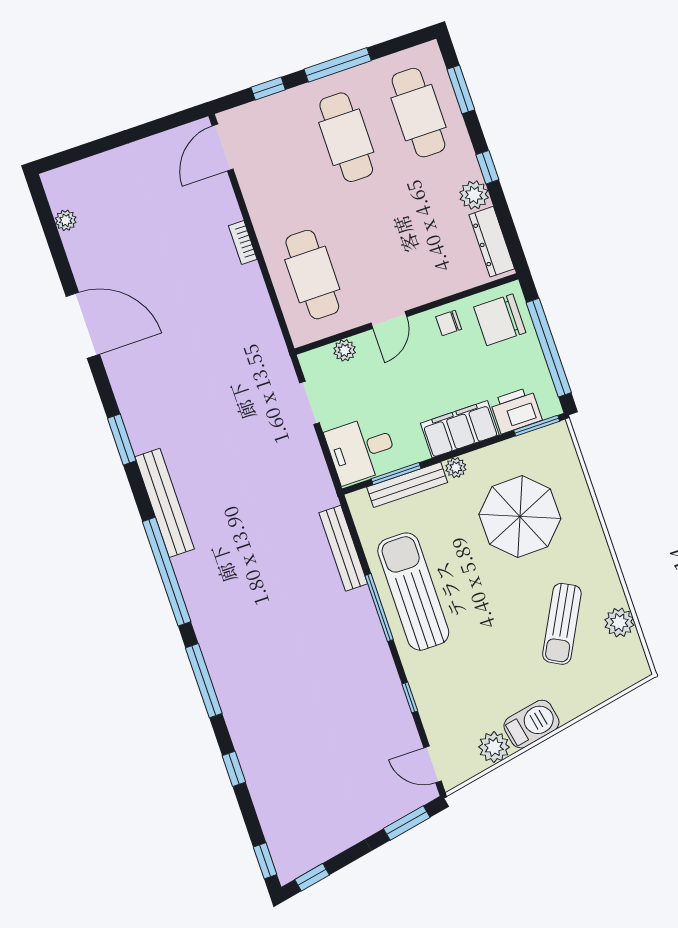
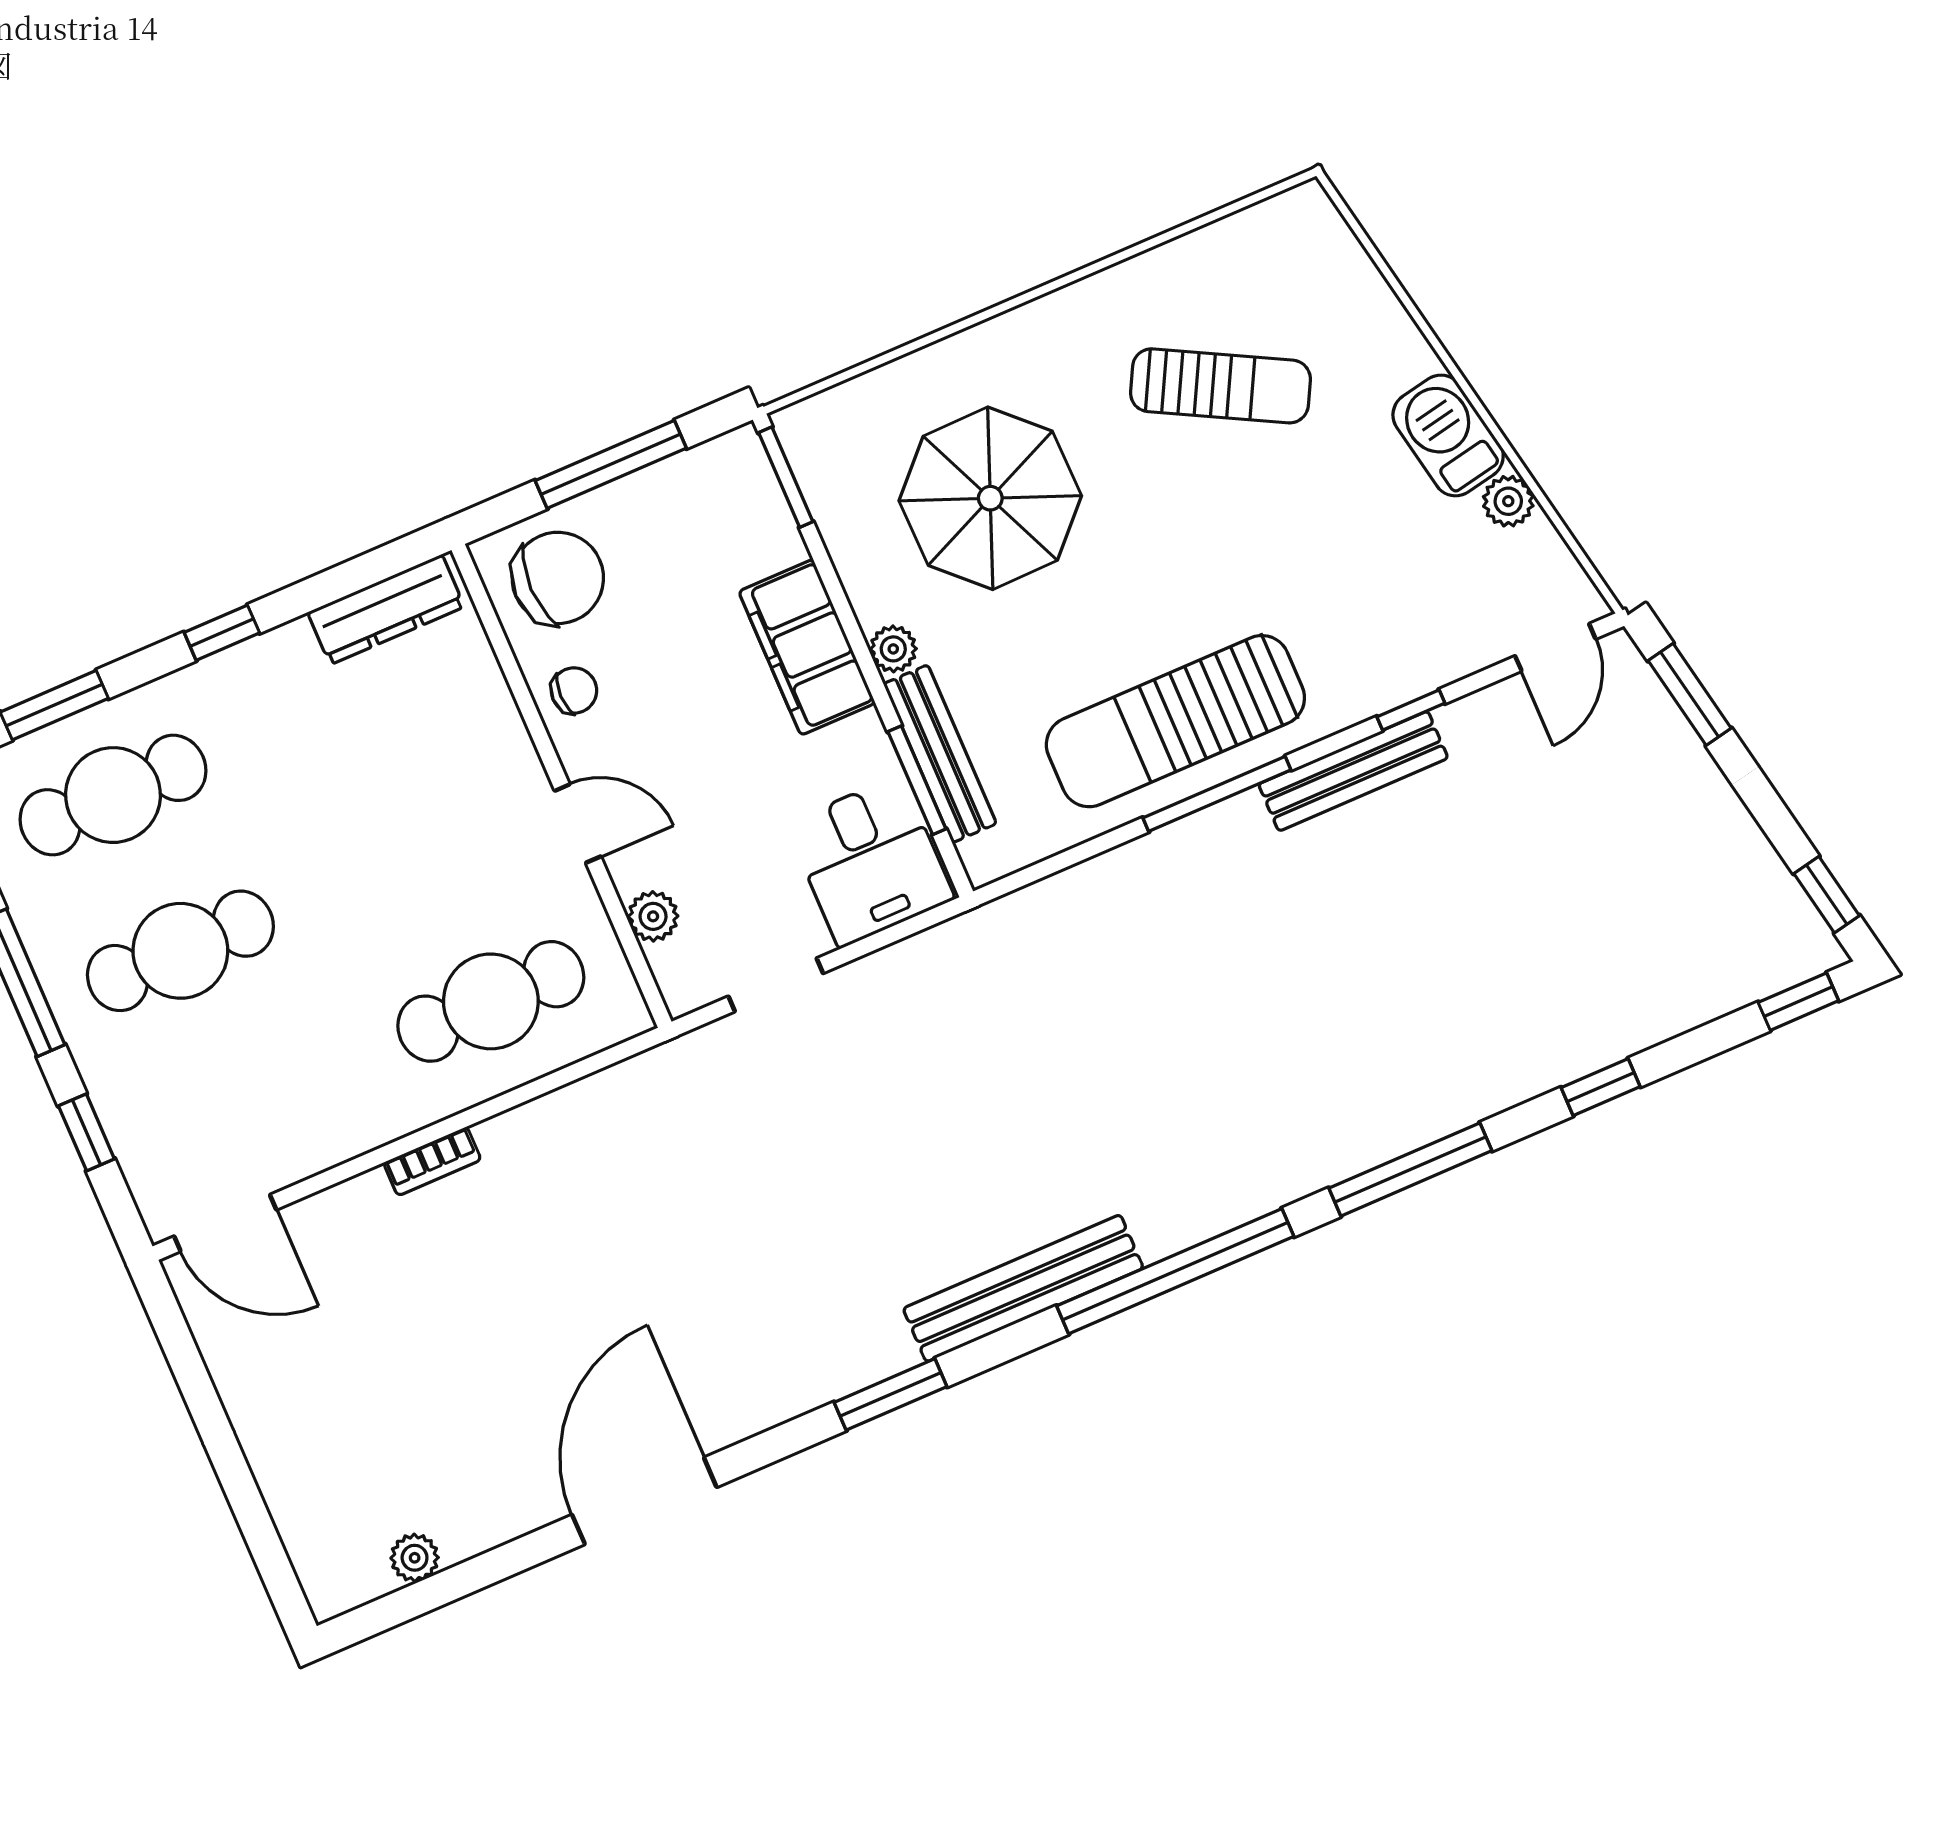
plant: (474, 195) -> (286, 657), removed
chair: (500, 320) -> (558, 578), turned -90
chair: (449, 323) -> (574, 691), turned -90
window: (549, 348) -> (611, 464), width x0.68
printer: (516, 410) -> (755, 526), removed
bench: (343, 548) -> (1353, 771), moved
plant: (619, 622) -> (1207, 259), removed
plant: (494, 747) -> (1508, 501), width x0.73, depth x0.73

